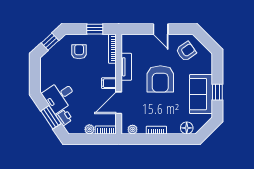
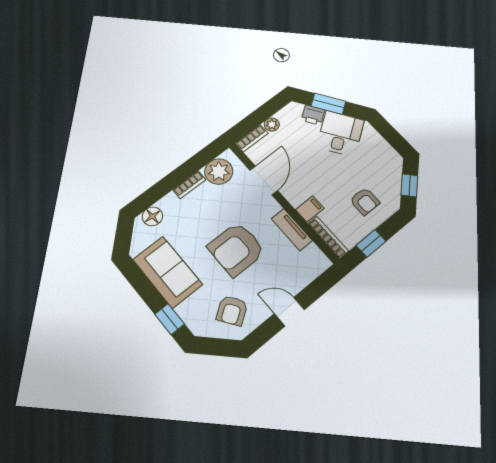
armchair: (160, 79) -> (236, 249), turned -90
filing cabinet: (109, 83) -> (310, 209), moved
window: (217, 92) -> (170, 319), moved
plant: (133, 129) -> (219, 172), width x1.87, depth x1.87

